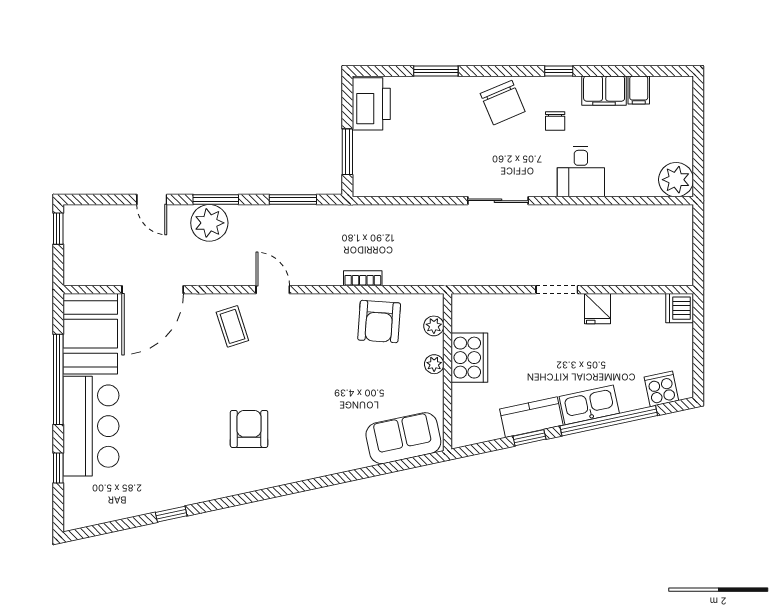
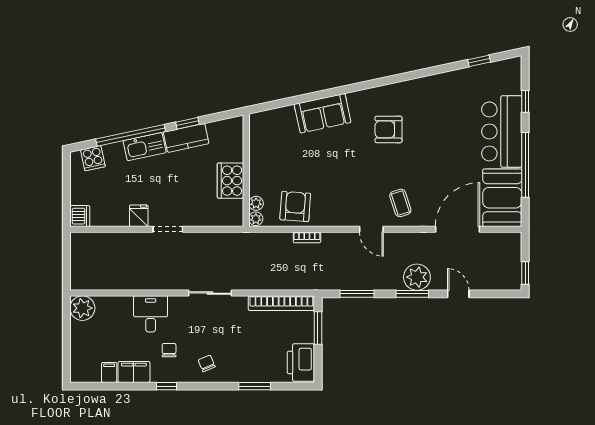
chair: (503, 103) -> (207, 363), width x0.54, depth x0.54
bookcase: (398, 187) -> (281, 303), added
plant: (434, 364) -> (256, 219), moved
armchair: (249, 429) -> (388, 129), turned 90
sofa: (403, 438) -> (323, 113), moved
window: (171, 514) -> (479, 61), moved

